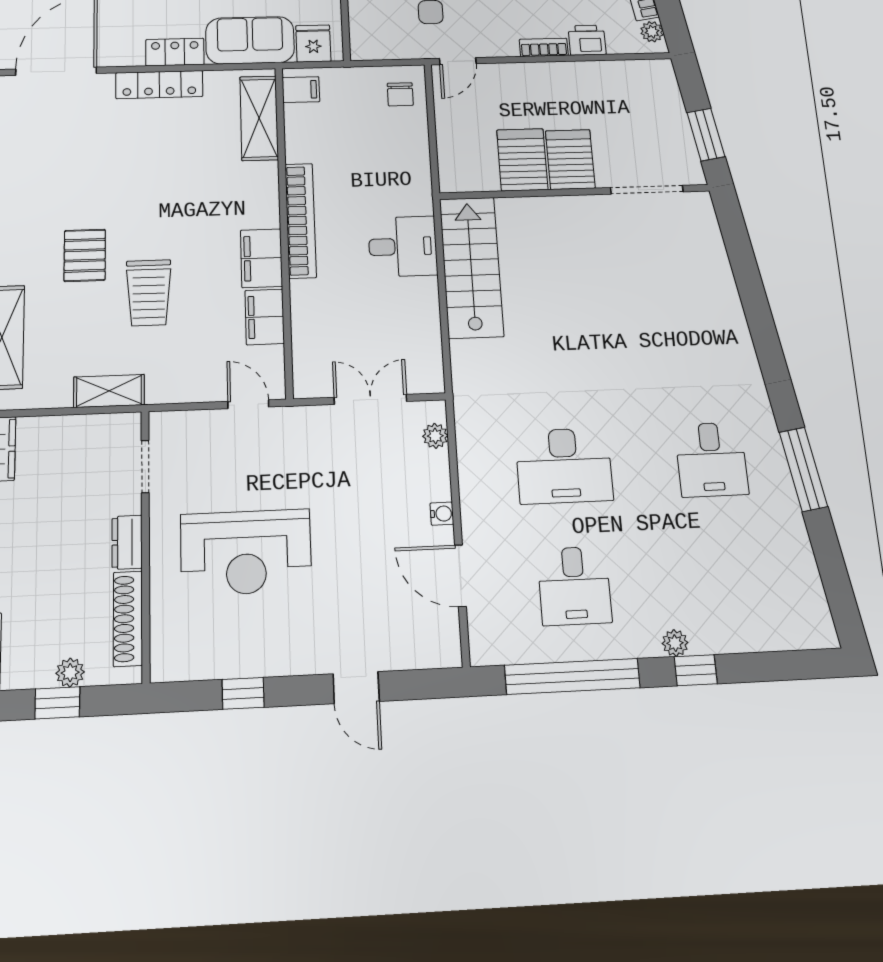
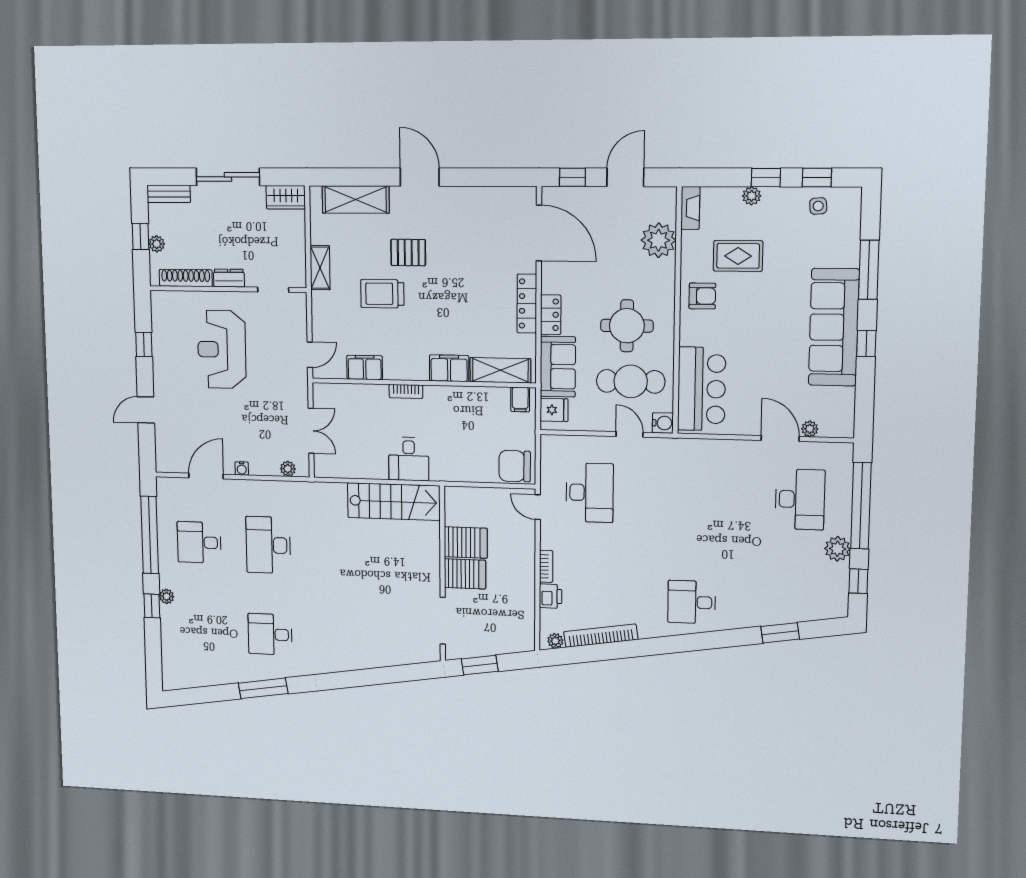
chair: (400, 94) -> (515, 466), width x1.87, depth x1.87
bookcase: (301, 220) -> (406, 391), width x0.43, depth x0.76
filing cabinet: (261, 258) -> (449, 368), moved

